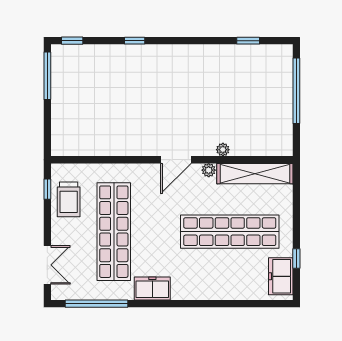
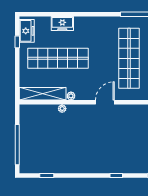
door: (176, 160) -> (105, 102), moved
freezer: (152, 288) -> (62, 23), moved

